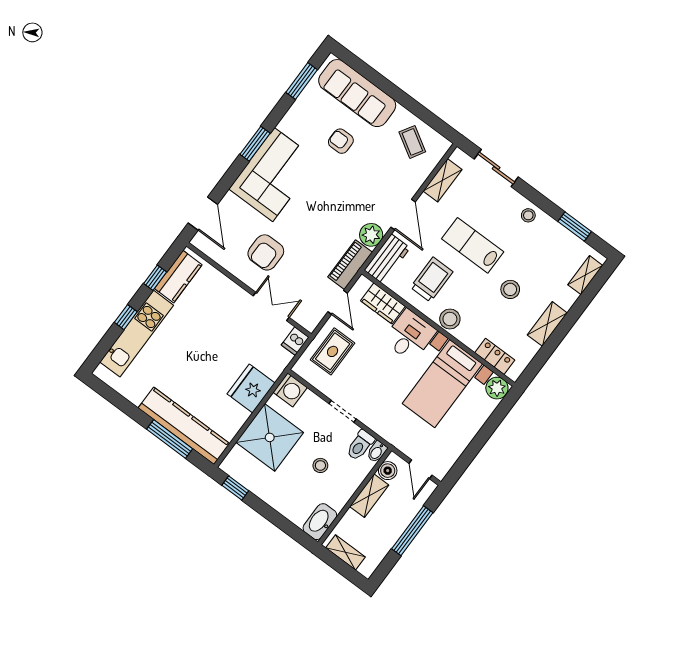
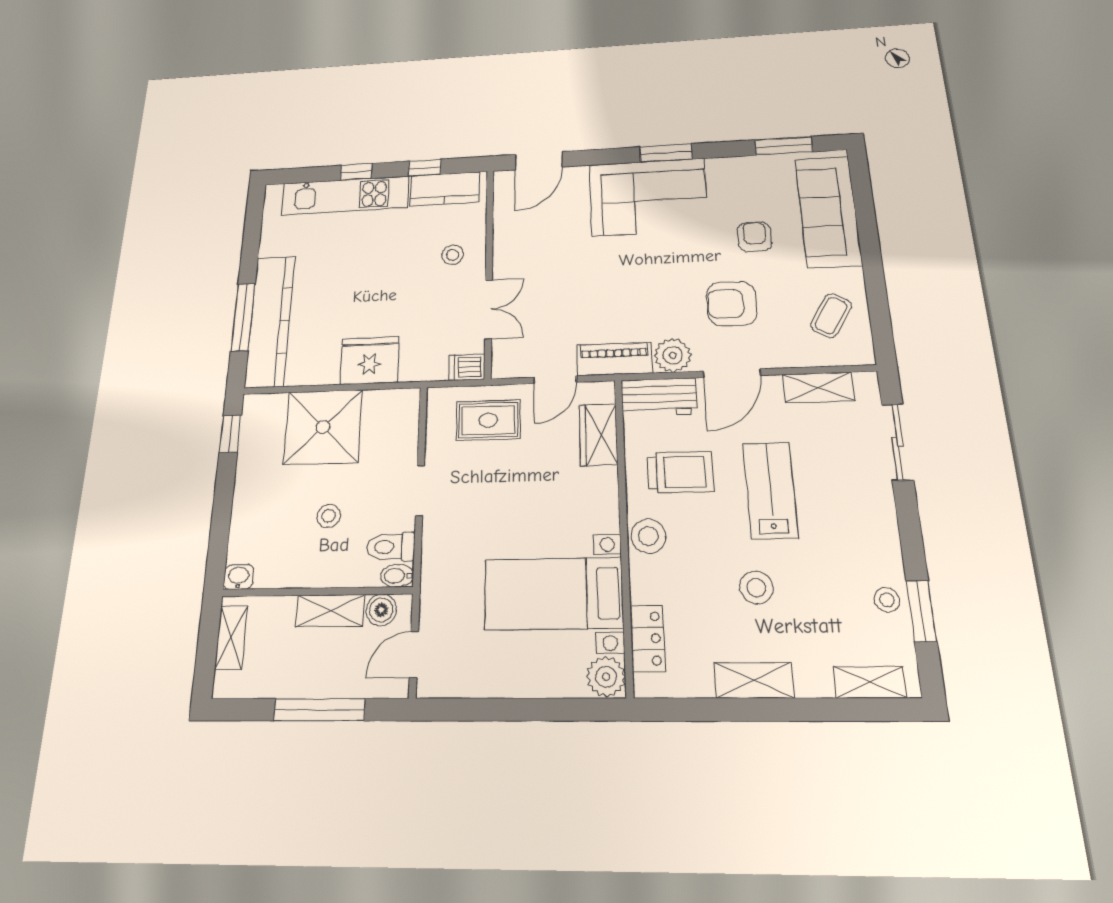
stool: (528, 215) -> (887, 600), moved
armchair: (266, 252) -> (732, 304), moved
stool: (223, 302) -> (453, 255), added
desk: (410, 336) -> (584, 500), removed
washing machine: (290, 390) -> (401, 407), removed
washbasin: (320, 522) -> (239, 577), width x0.52, depth x0.69

